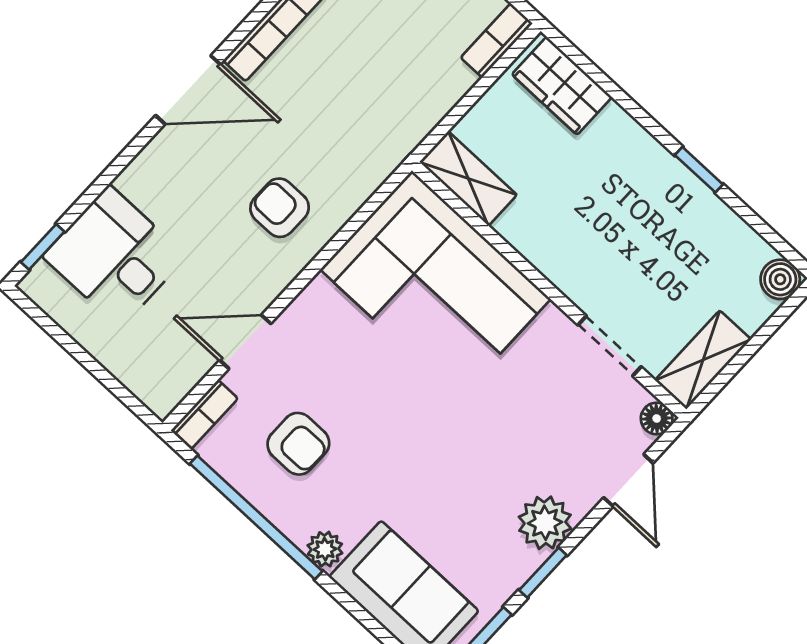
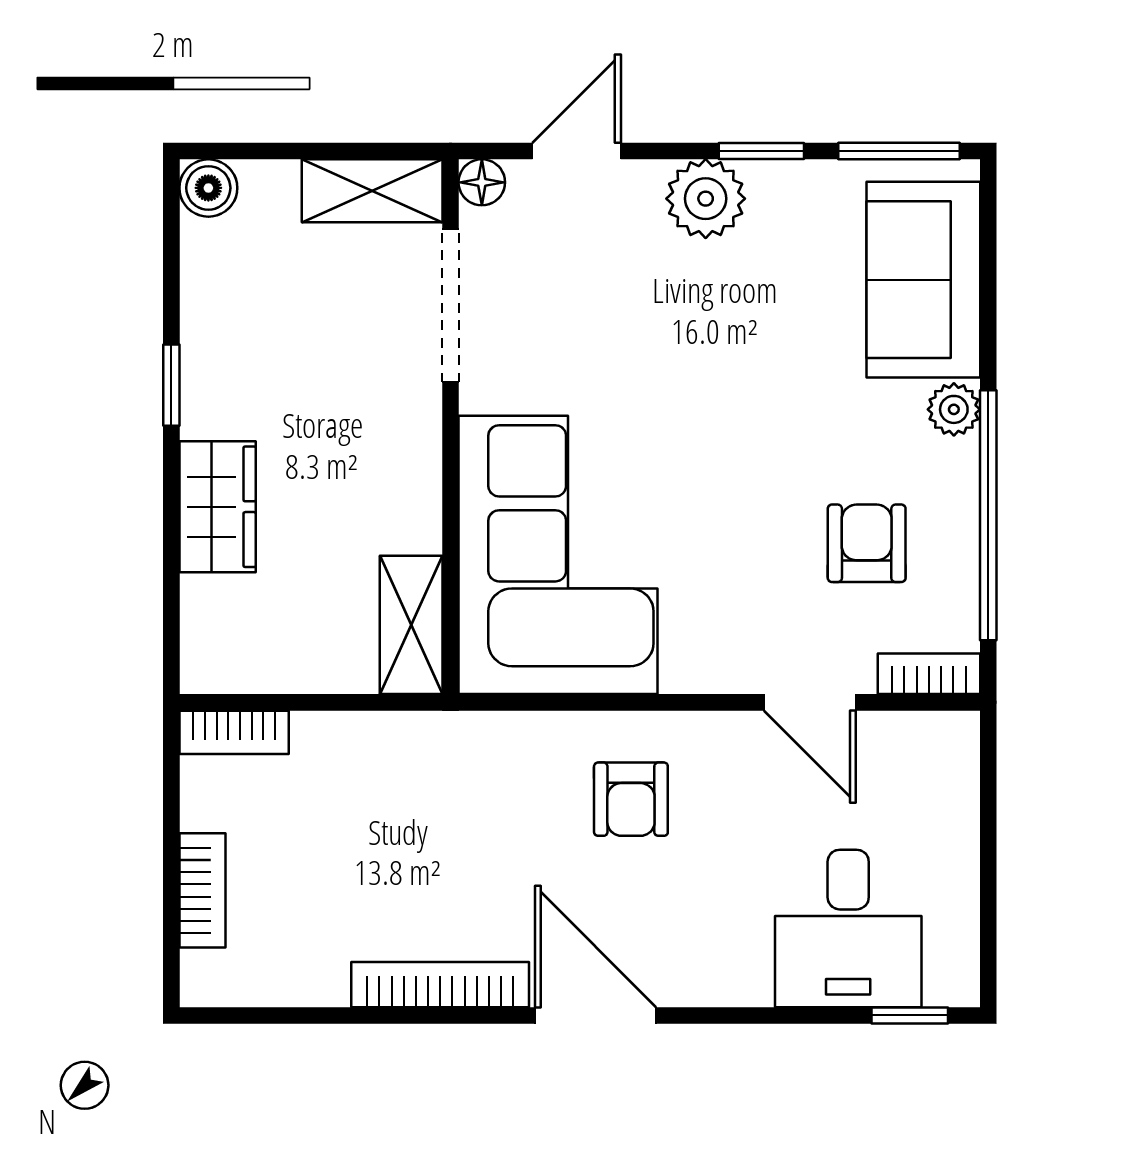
wardrobe: (562, 86) -> (218, 507), moved
doorway: (610, 346) -> (450, 306), width x1.38

